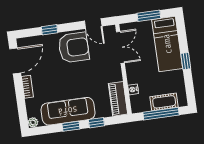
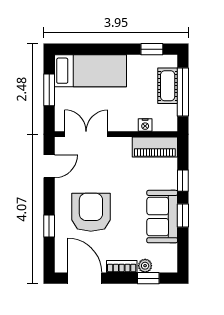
armchair: (74, 47) -> (91, 212), moved
window: (186, 61) -> (152, 49), moved
window: (22, 107) -> (148, 278), added
sofa: (68, 111) -> (162, 217), width x0.73
plant: (33, 122) -> (145, 266), moved

